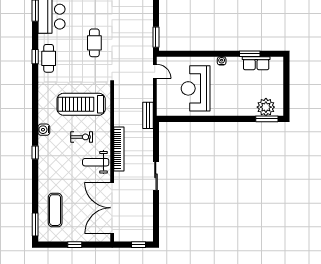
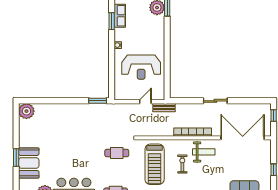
cafe table: (94, 43) -> (117, 153), moved
door: (155, 71) -> (145, 102), moved
weight bench: (96, 162) -> (204, 152), turned -90
double door: (112, 208) -> (243, 138), swing flipped

